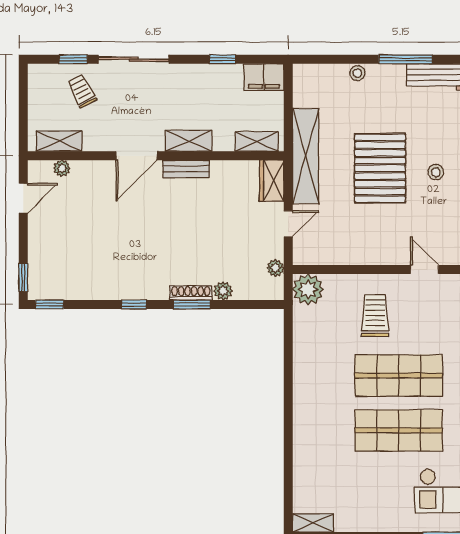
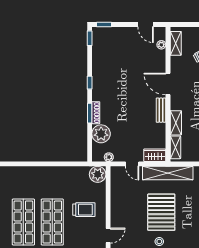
shelving: (188, 141) -> (176, 123), moved
pallet: (380, 168) -> (161, 212), turned 90
plant: (223, 291) -> (101, 134), width x1.88, depth x1.88

